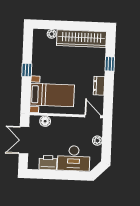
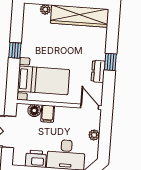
window: (110, 64) -> (110, 62), moved
filing cabinet: (57, 124) -> (48, 114), added

